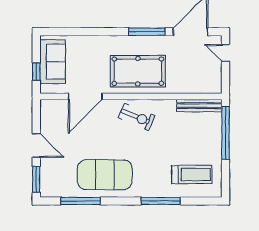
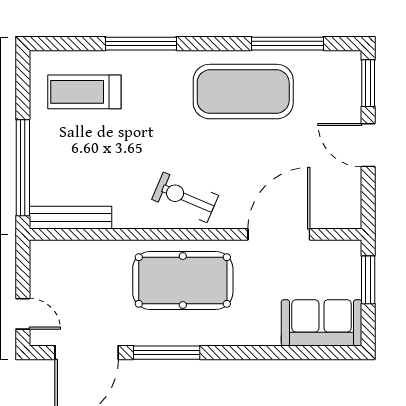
sofa: (53, 62) -> (321, 323), moved, turned 90
window: (36, 72) -> (368, 280), width x1.50

